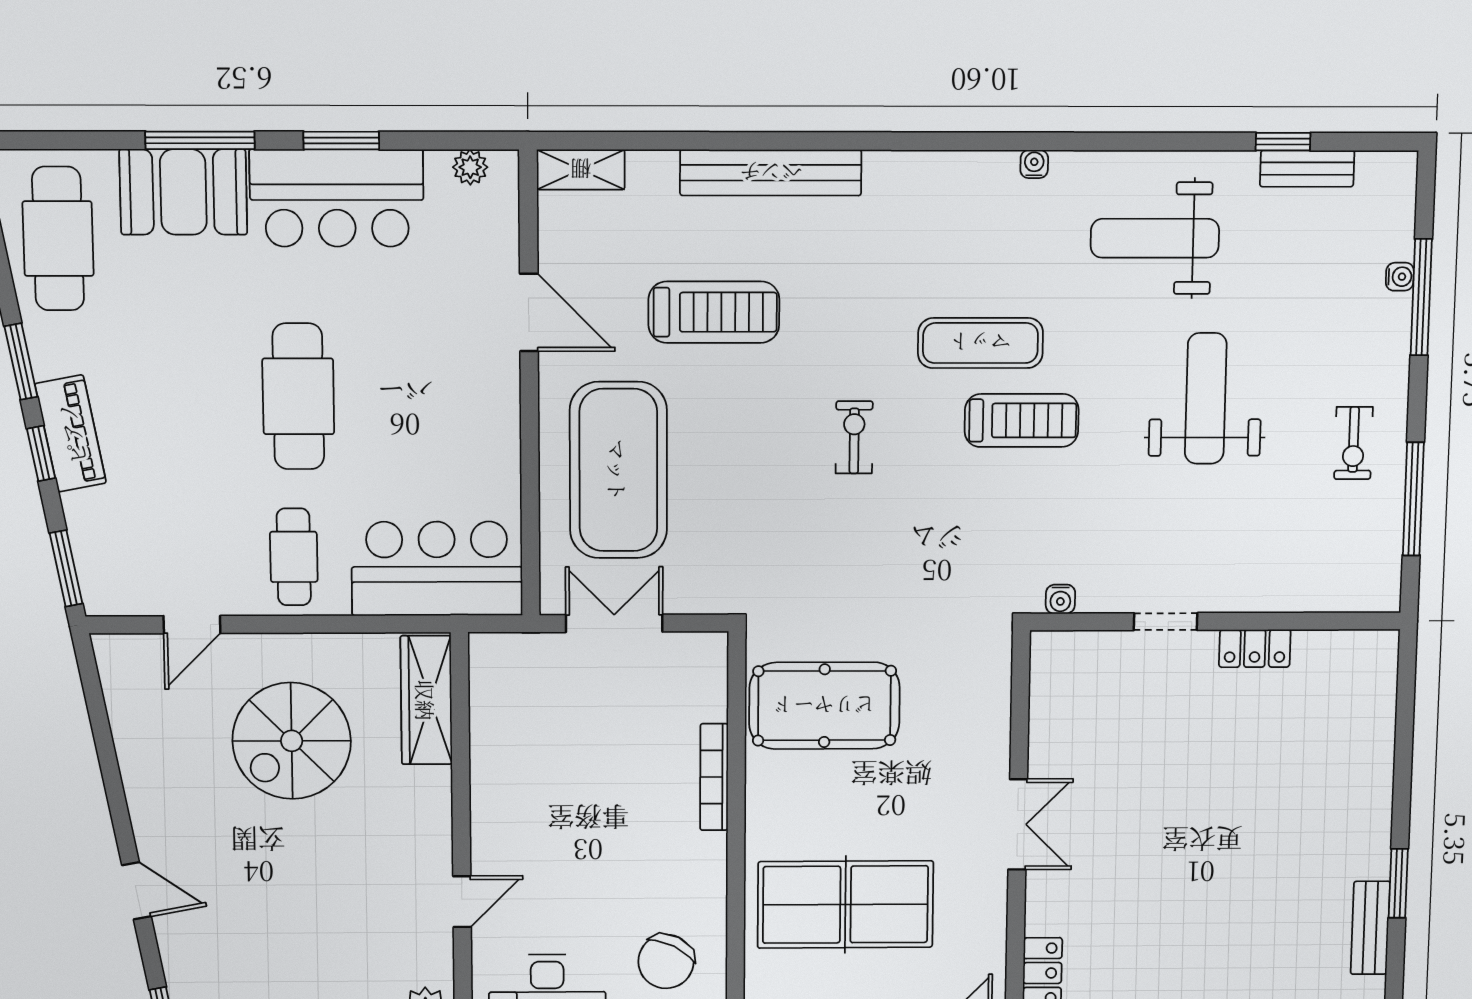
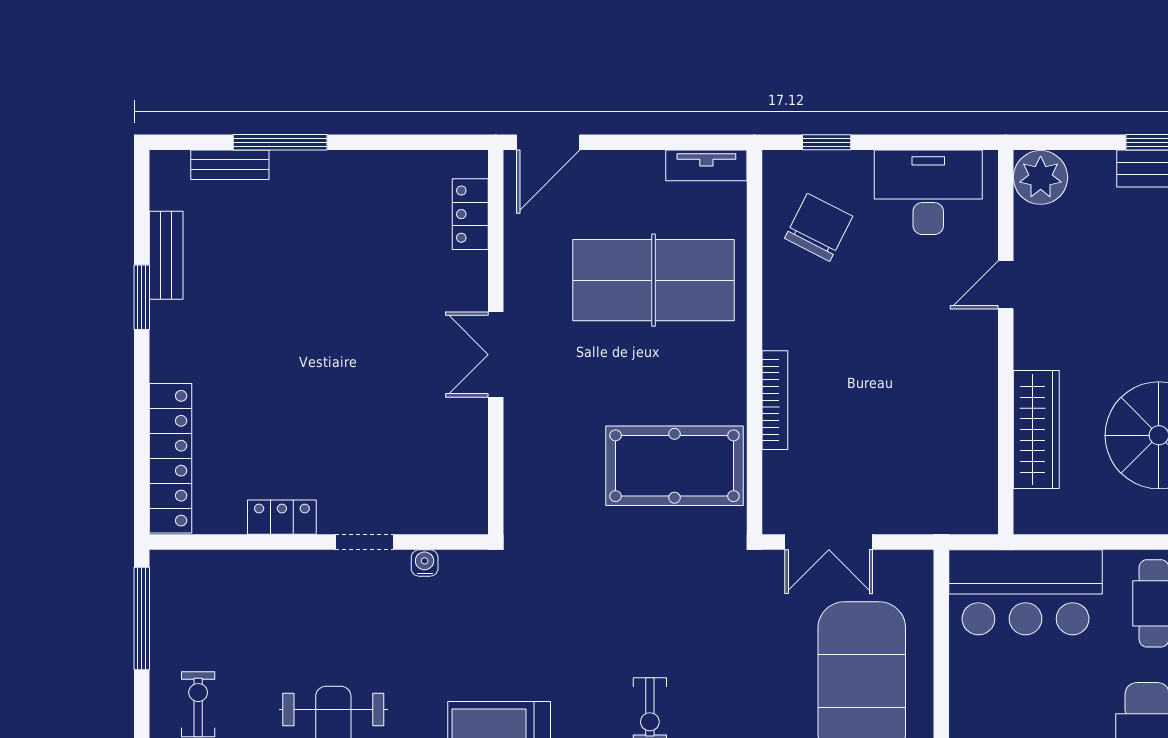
window: (1413, 499) -> (142, 618), moved
water cooler: (1060, 599) -> (425, 563), moved
double door: (614, 623) -> (829, 542), moved
wardrobe: (426, 700) -> (1036, 429), moved
locker: (1374, 712) -> (170, 458), added

